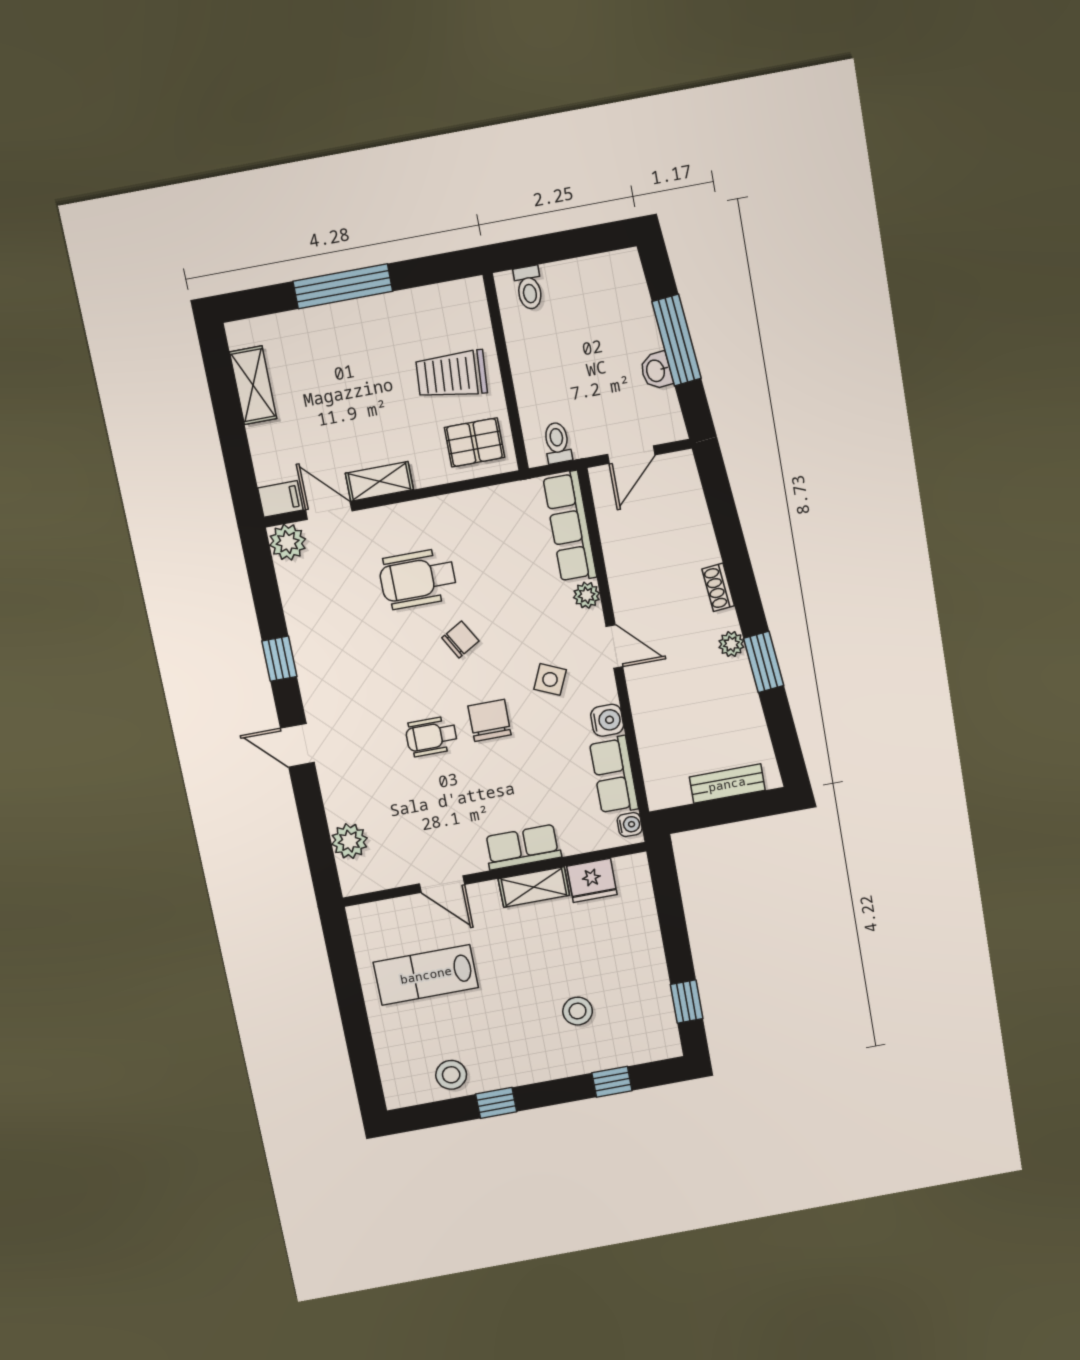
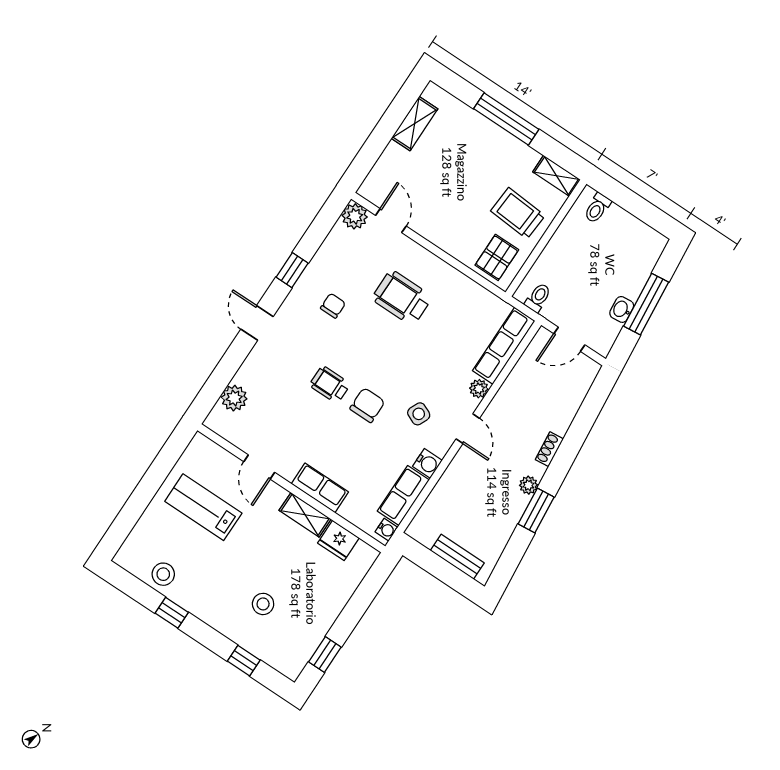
pallet: (474, 442) -> (497, 257), turned 90
shelving: (379, 481) -> (556, 176), moved
filing cabinet: (280, 499) -> (372, 192), removed
chair: (460, 639) -> (333, 306), moved, turned -60

